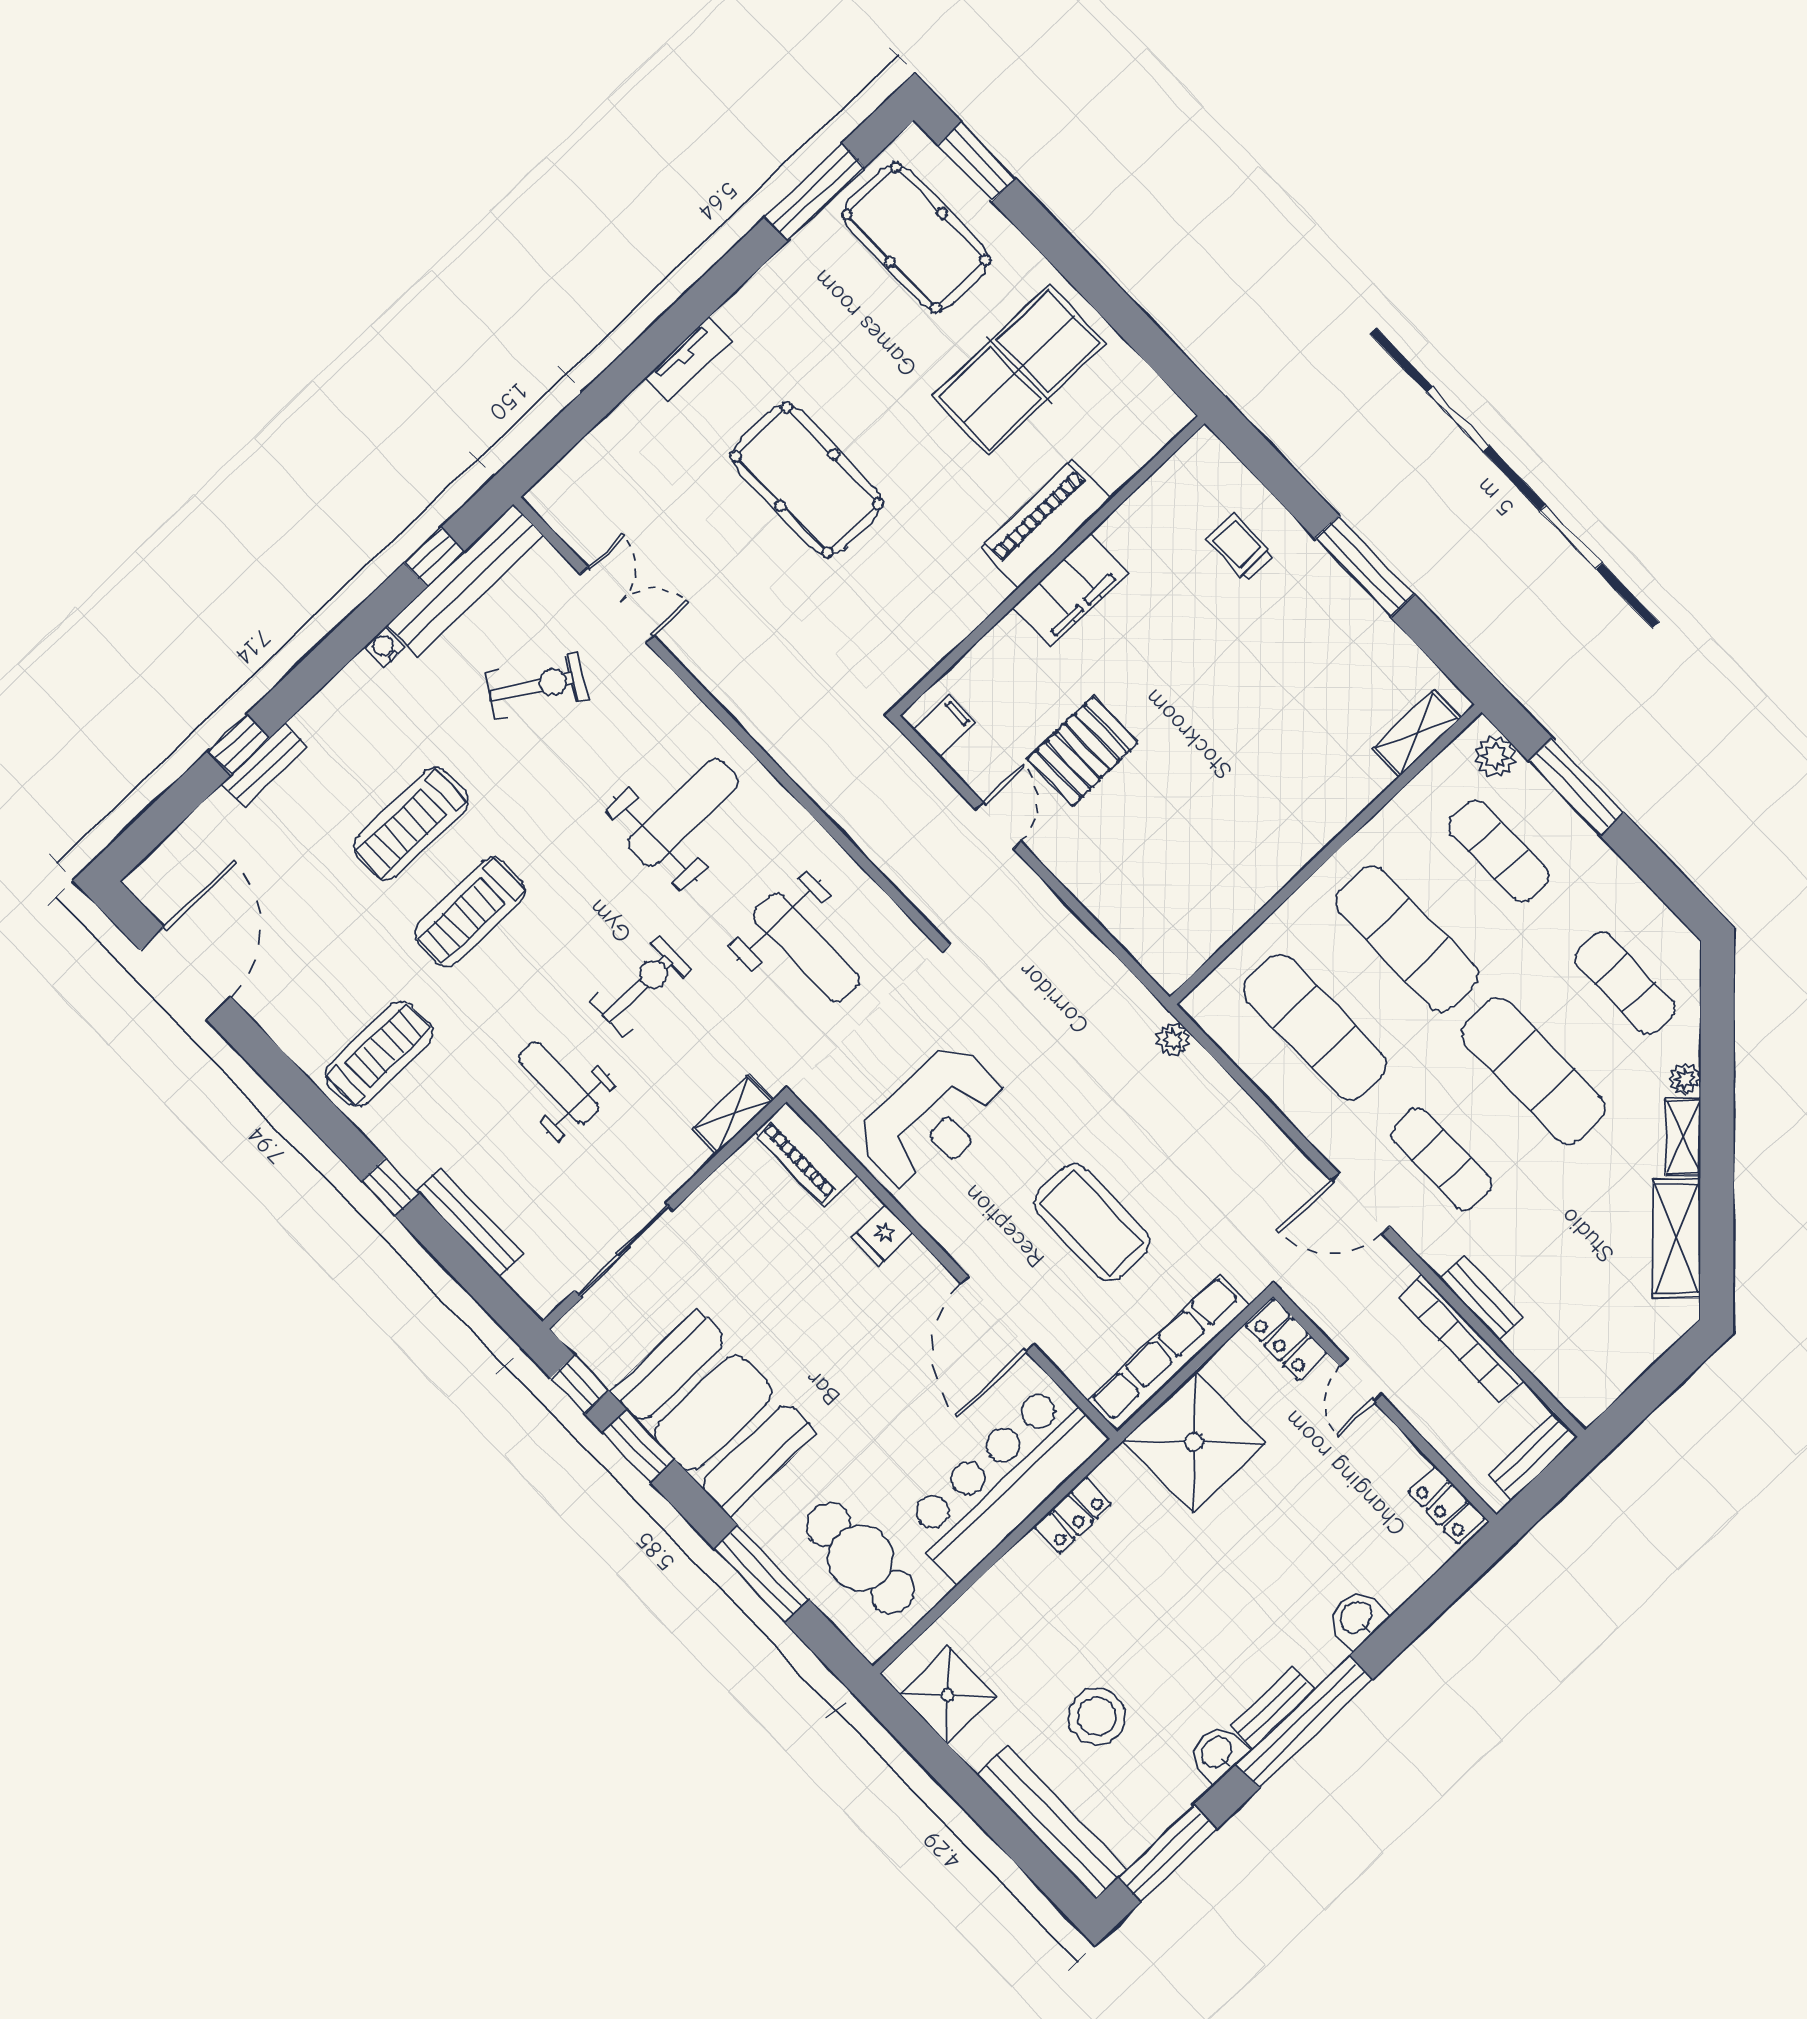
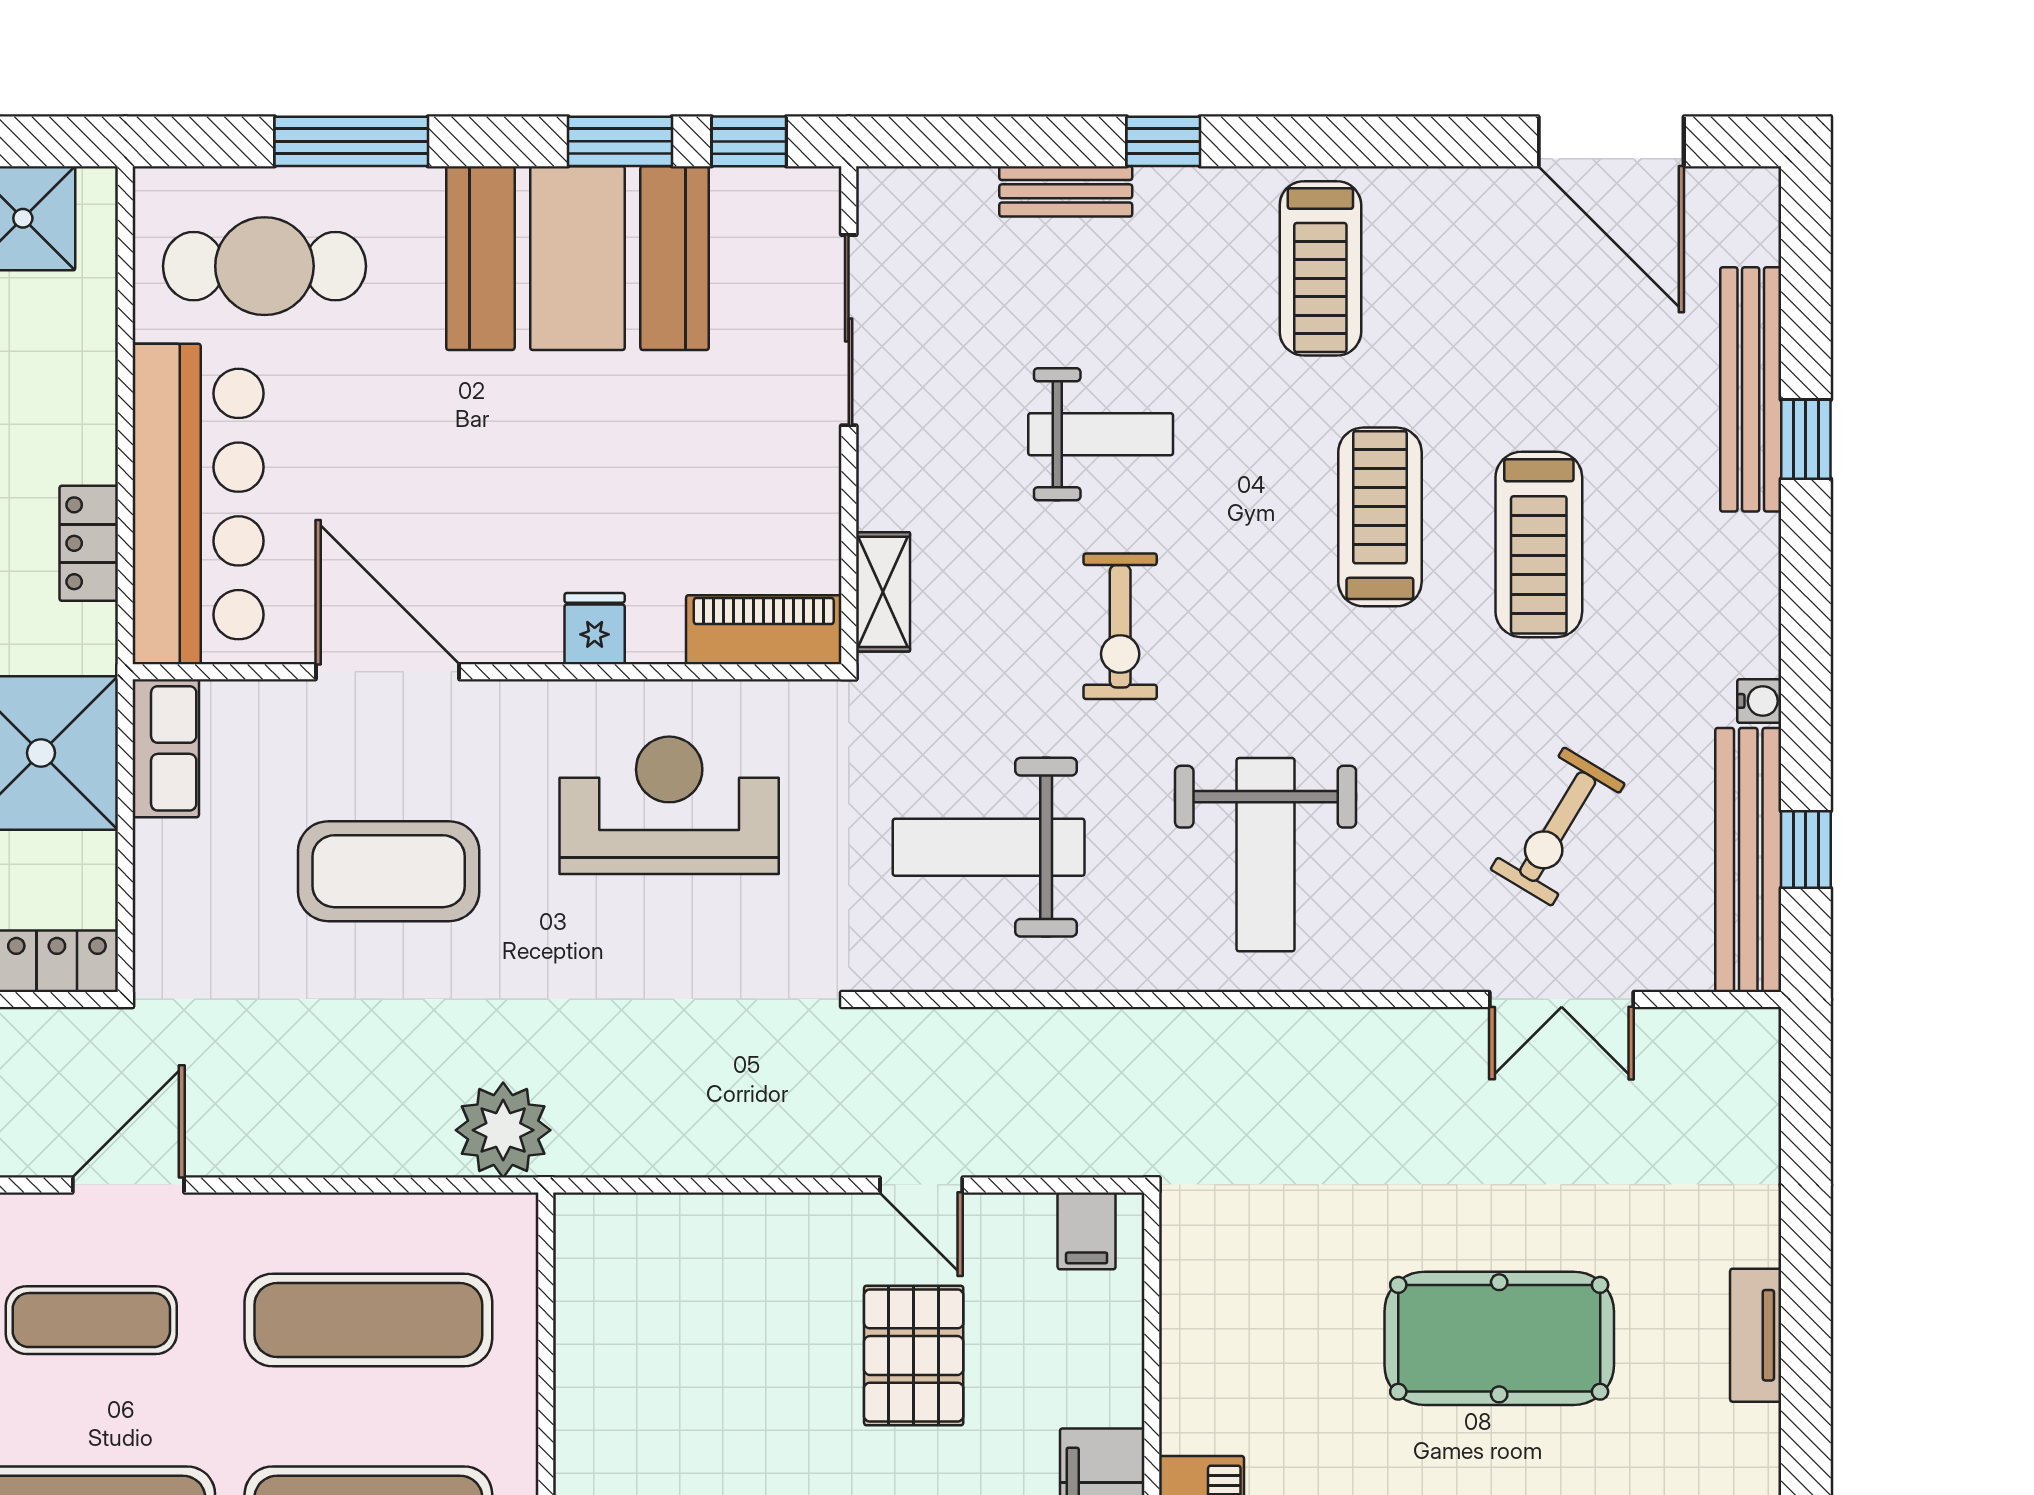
bench: (265, 765) -> (1751, 389), width x1.86, depth x1.21
treadmill: (411, 824) -> (1539, 544), turned 180
plant: (1173, 1040) -> (503, 1130), width x1.87, depth x1.87
reception desk: (932, 1119) -> (669, 805), turned 90
bench: (470, 1222) -> (1066, 191), width x0.73
row of seats: (1169, 1353) -> (166, 748), width x0.50

